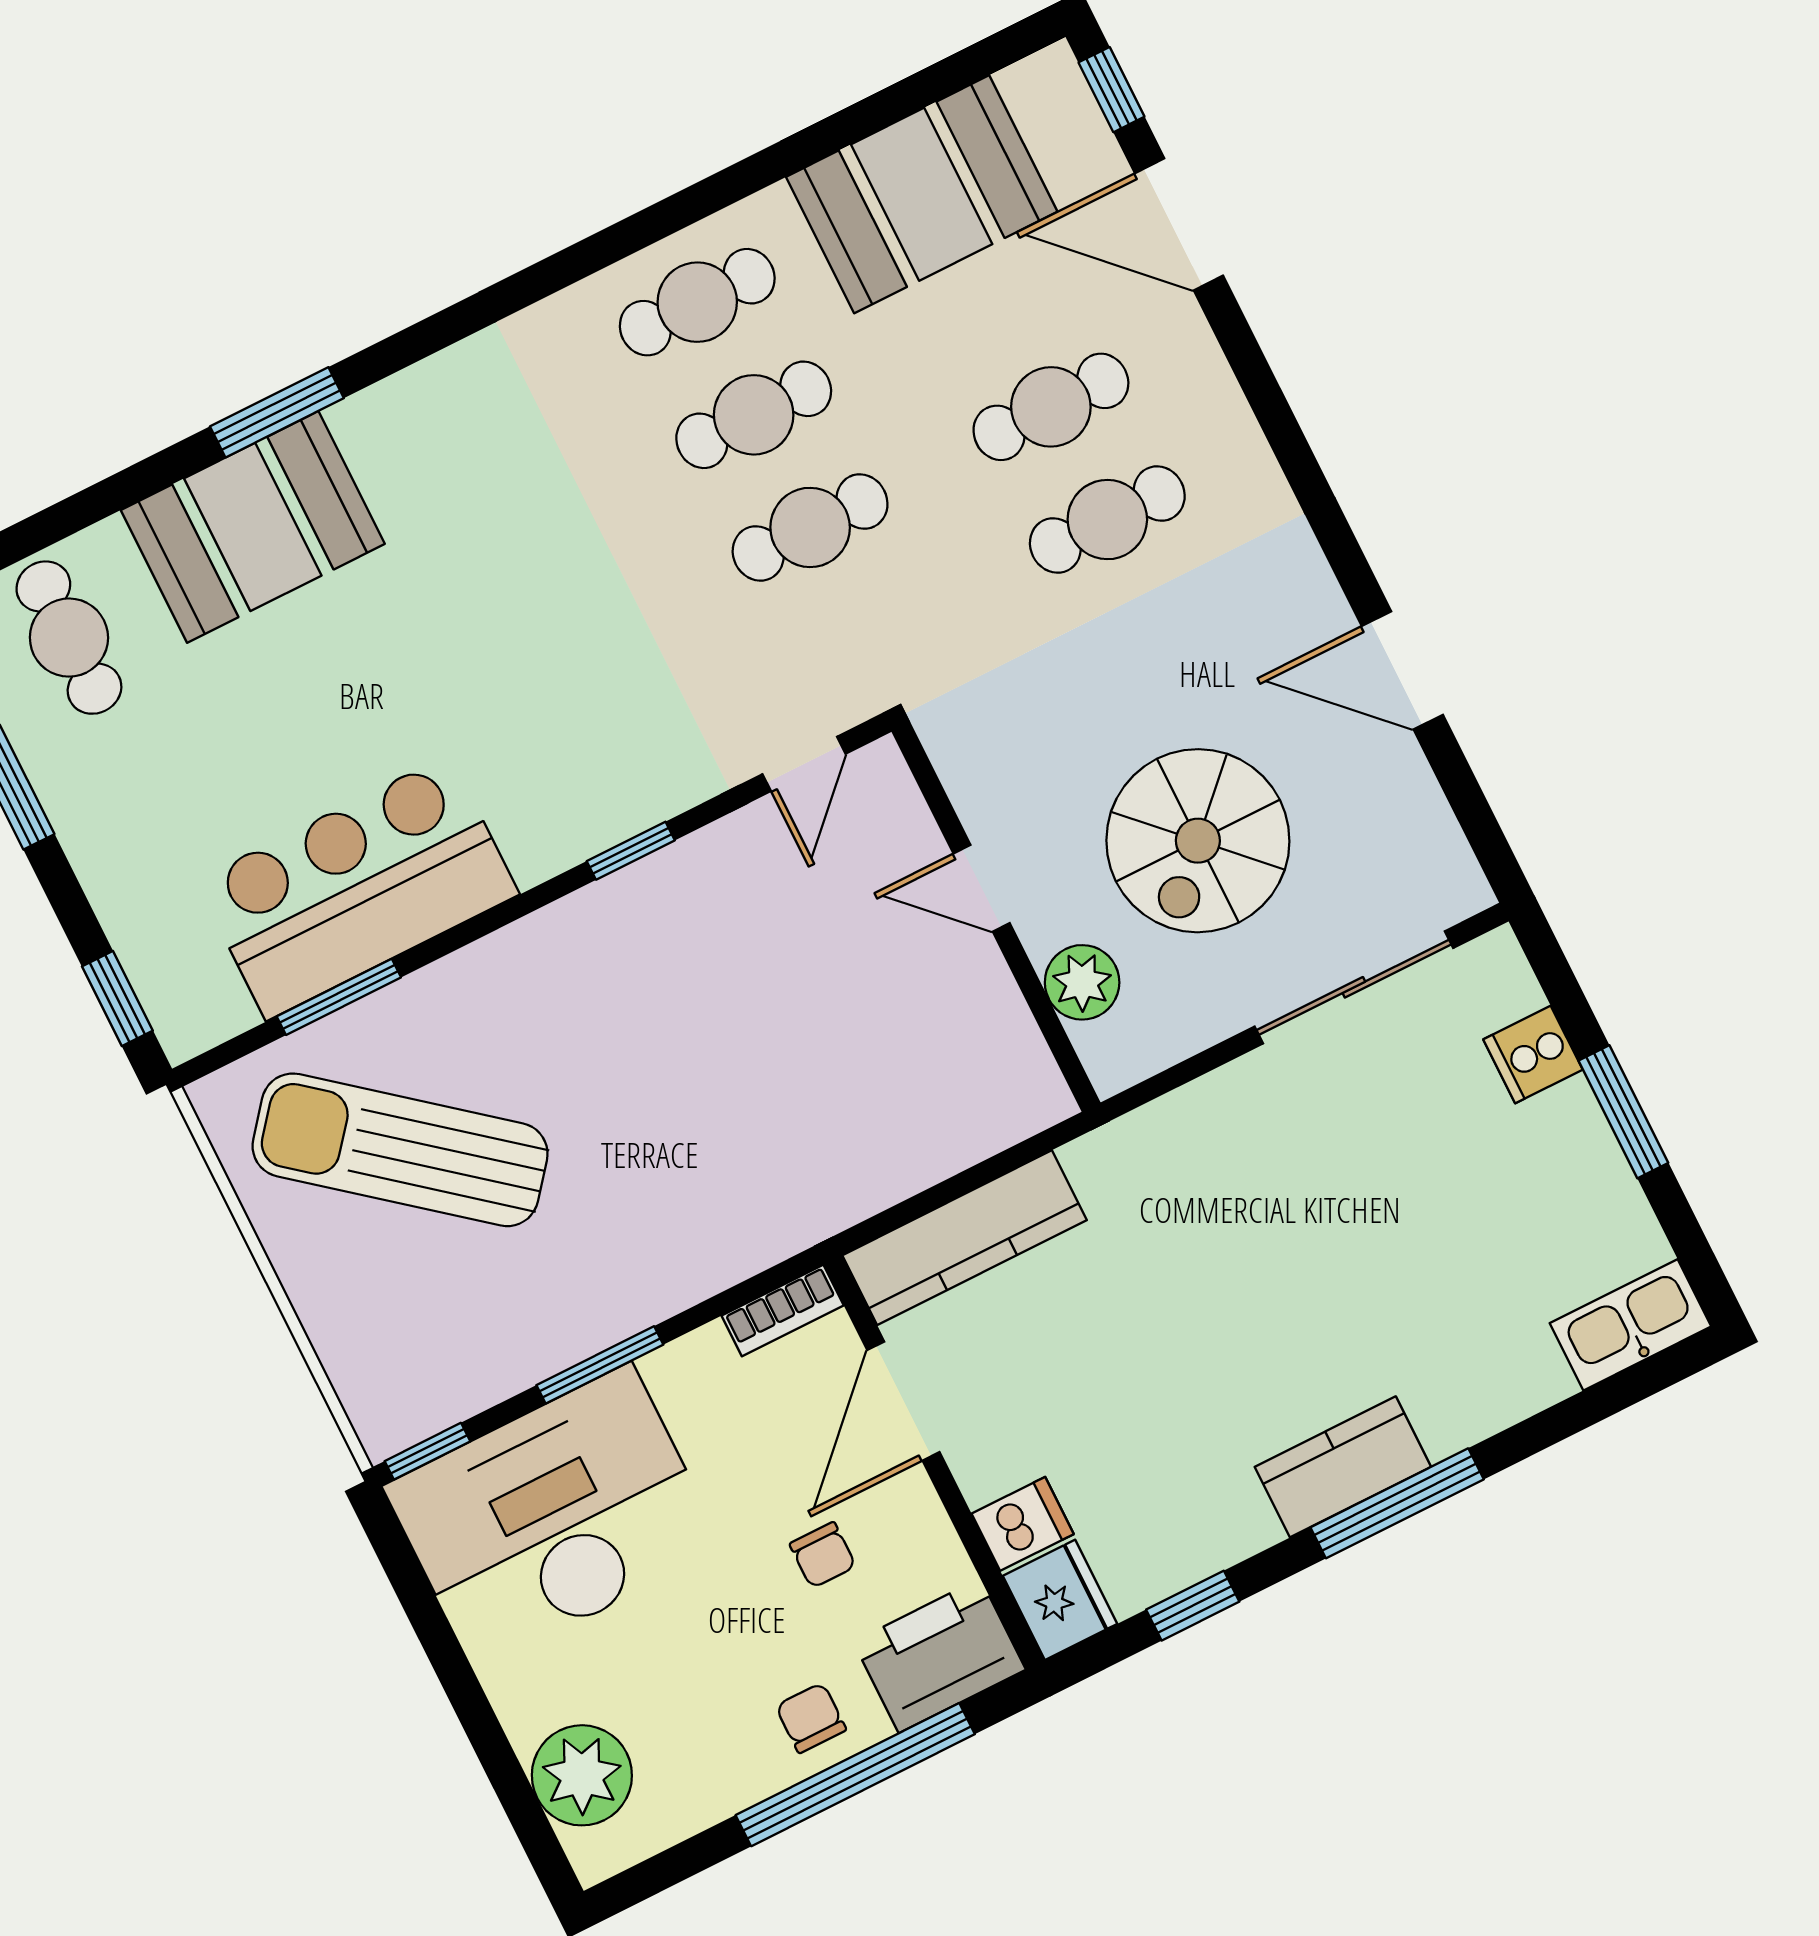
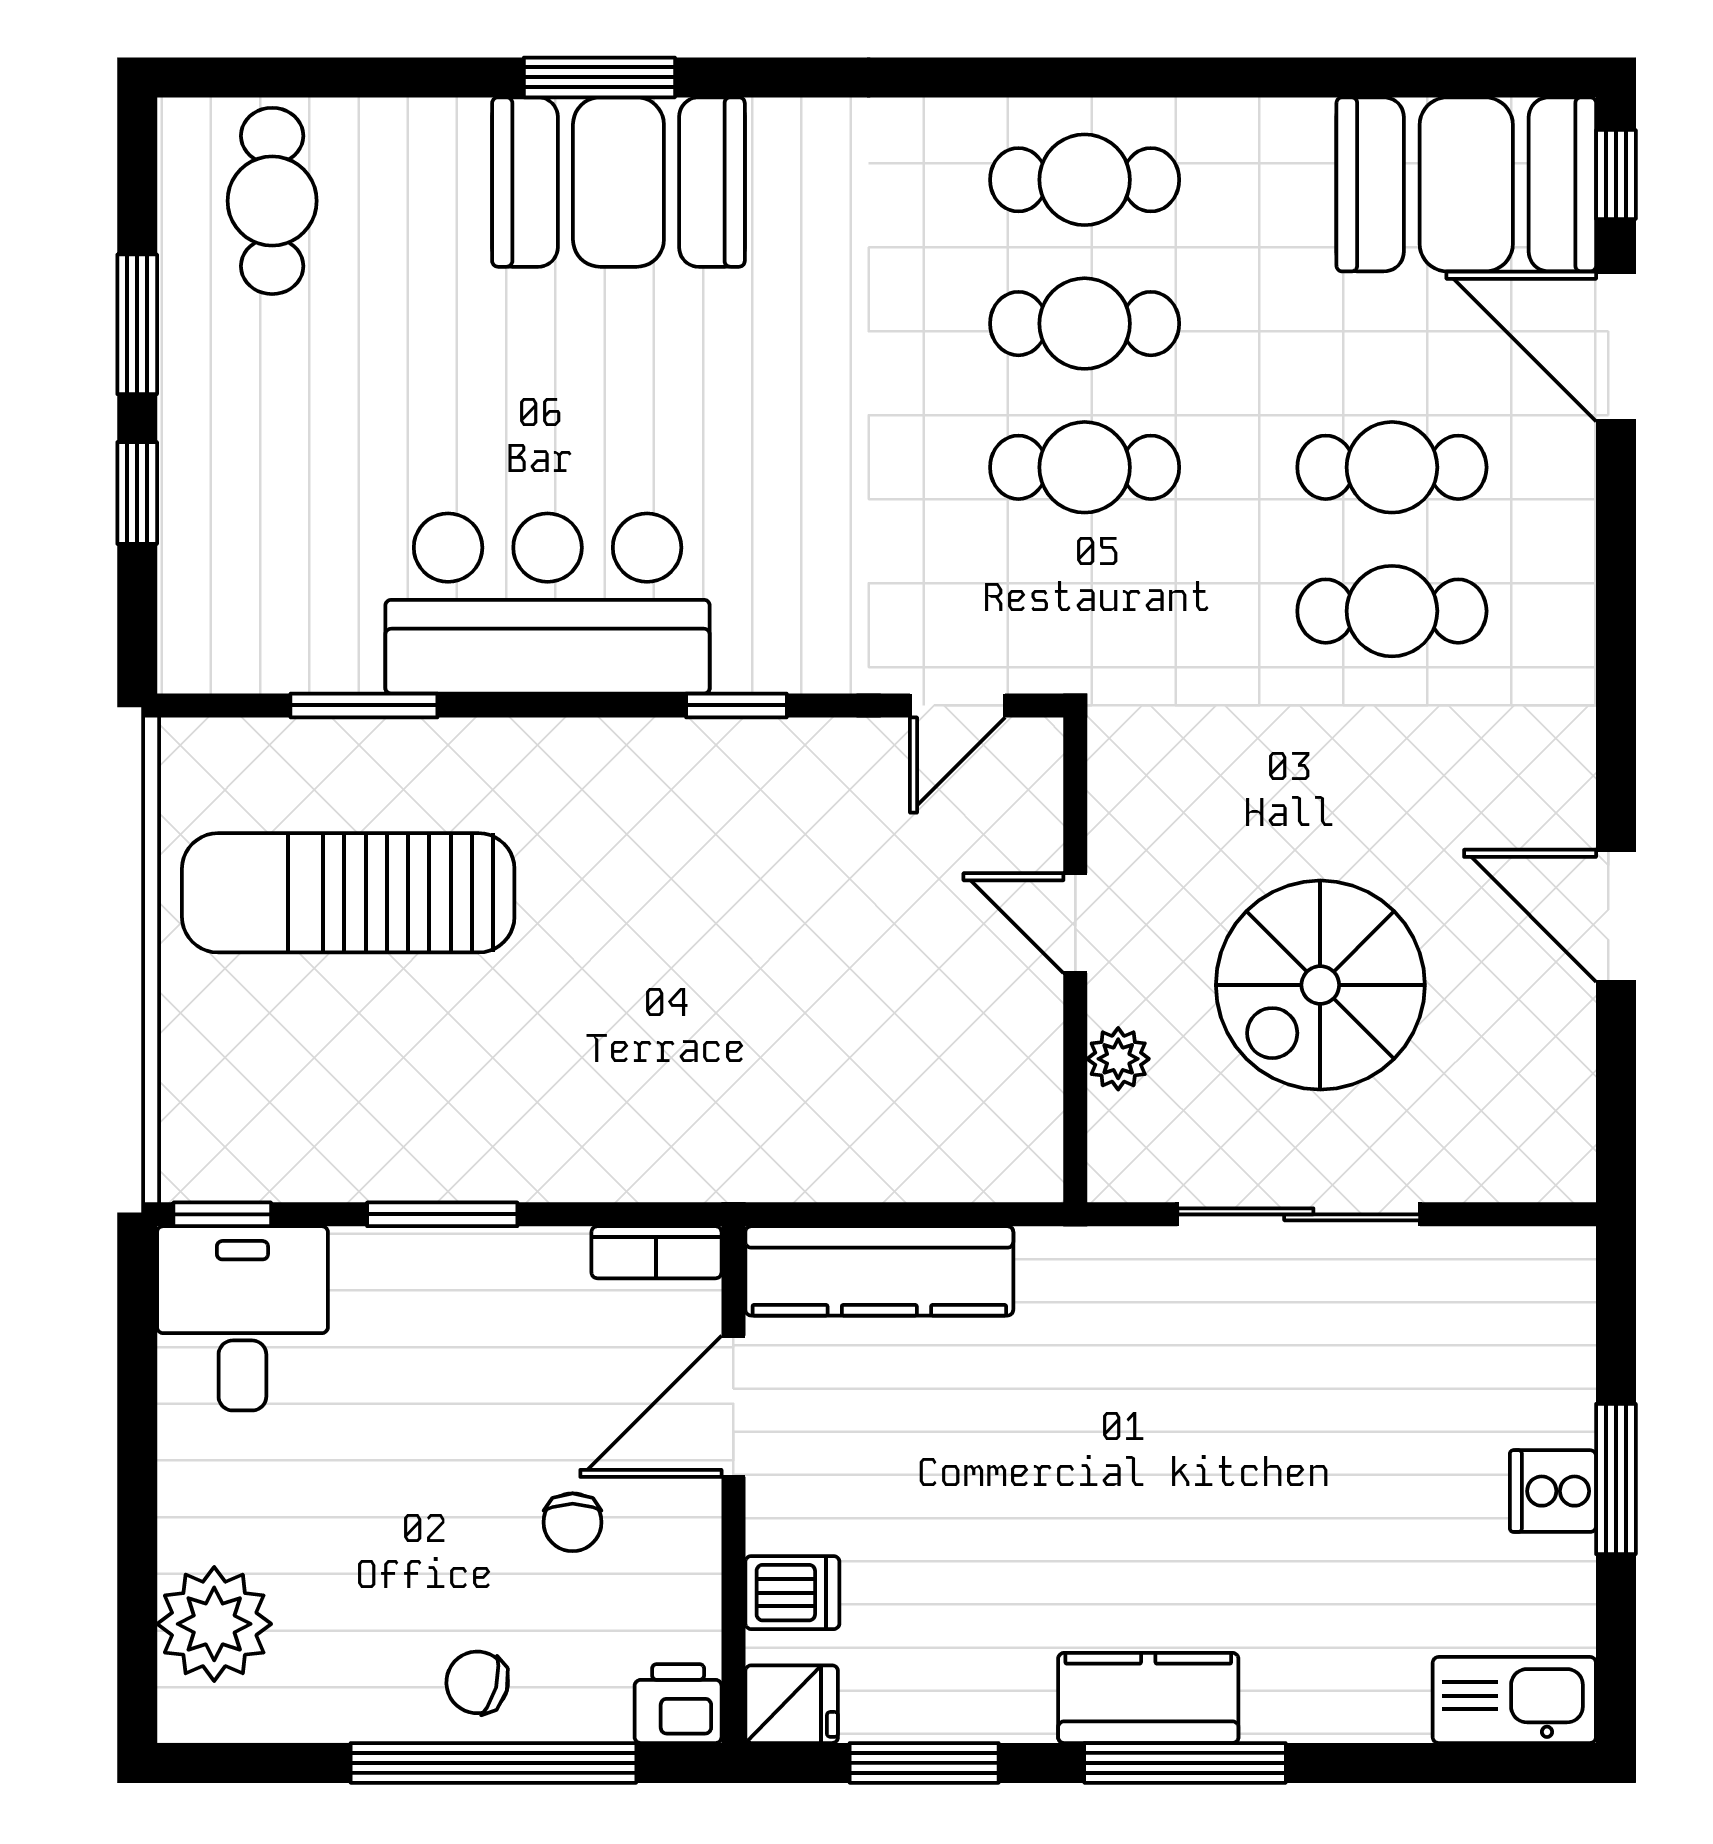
booth: (922, 194) -> (1466, 184), moved
booth: (253, 527) -> (618, 182), moved
bar counter: (358, 887) -> (548, 603), moved
plant: (1082, 982) -> (1118, 1059), width x0.73, depth x0.73
sliding door: (1354, 987) -> (1299, 1214), moved
window: (117, 999) -> (137, 493), moved
cooker: (1533, 1054) -> (1553, 1491), moved
sun lounger: (400, 1150) -> (348, 893), turned -39
desk: (553, 1517) -> (242, 1318), width x0.53, depth x0.77
fridge: (1060, 1600) -> (792, 1704), width x0.72
window: (1193, 1606) -> (924, 1763), width x1.50
printer: (939, 1656) -> (678, 1704), width x0.53, depth x0.68
chair: (811, 1718) -> (477, 1682), turned -75

